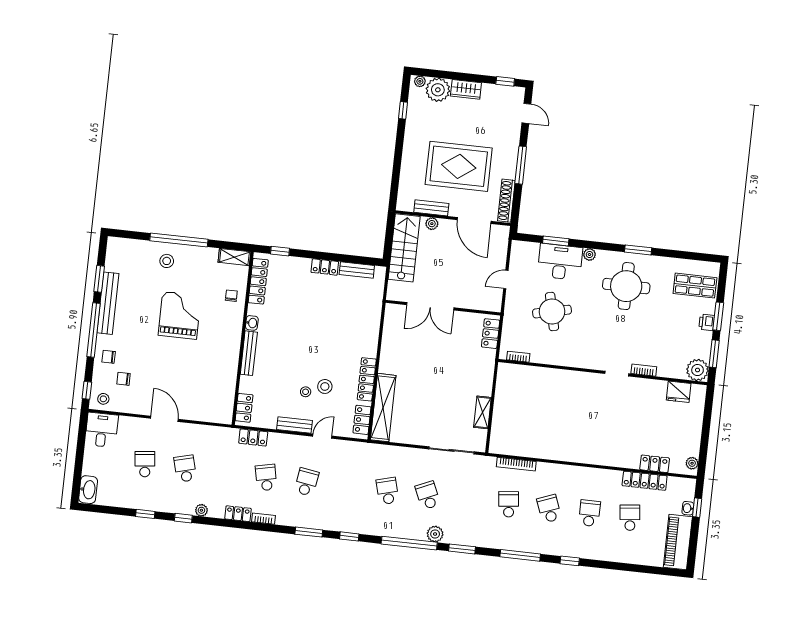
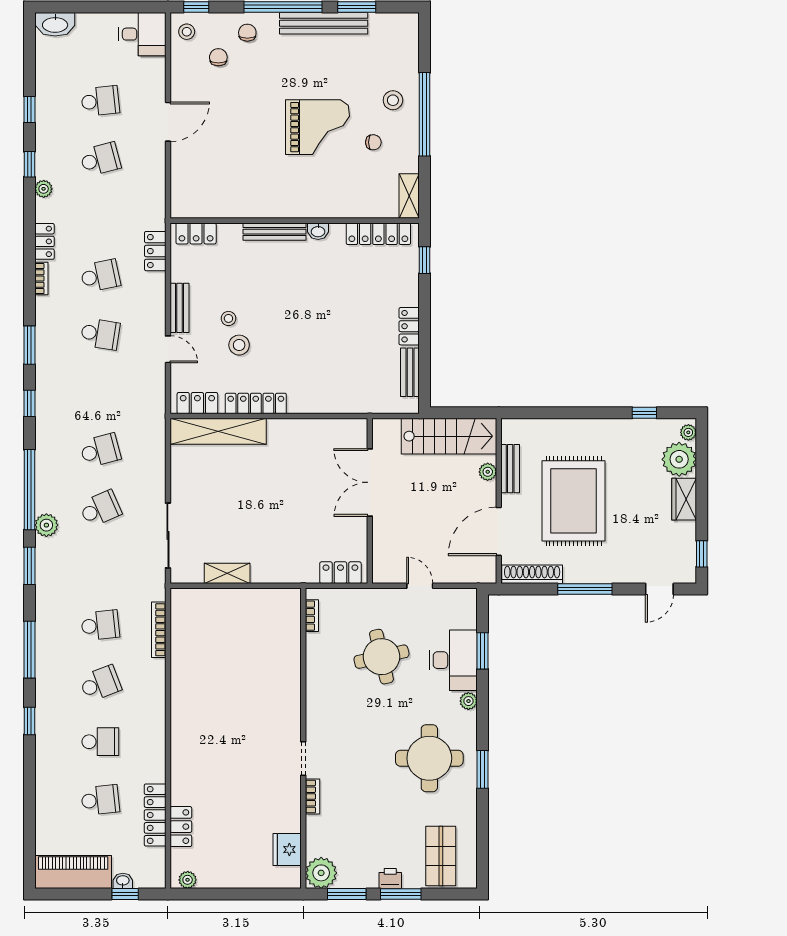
chair: (231, 296) -> (373, 142), moved

